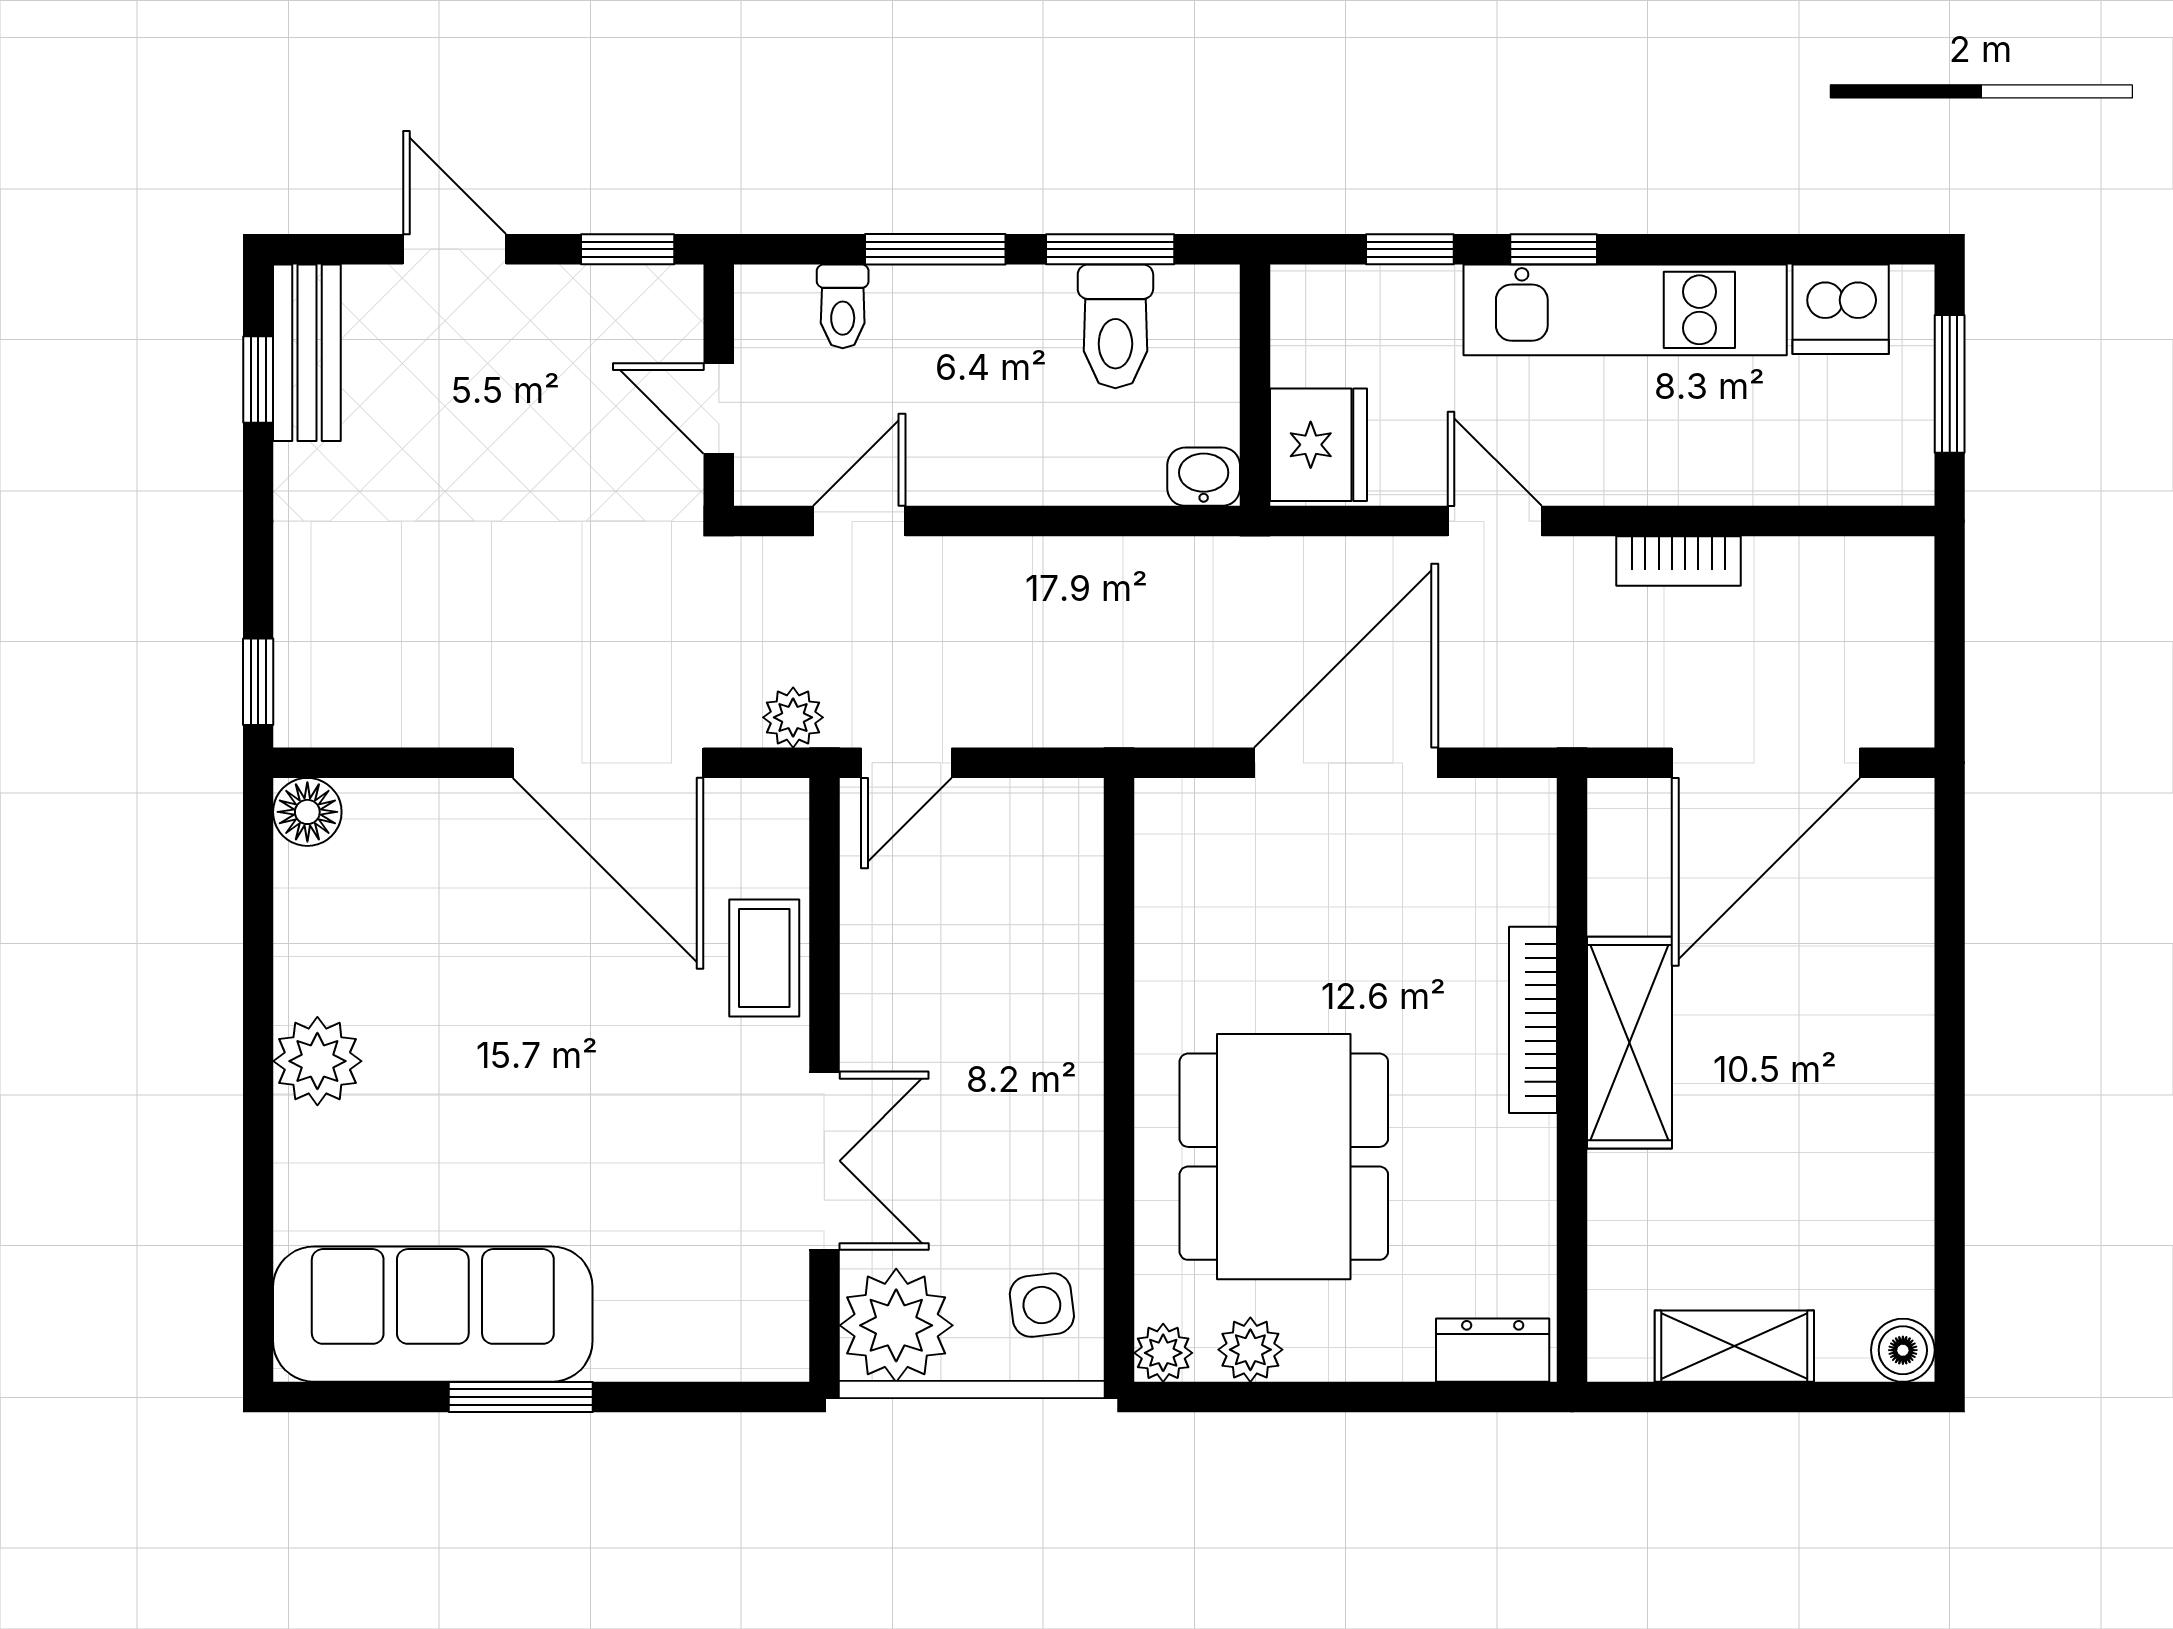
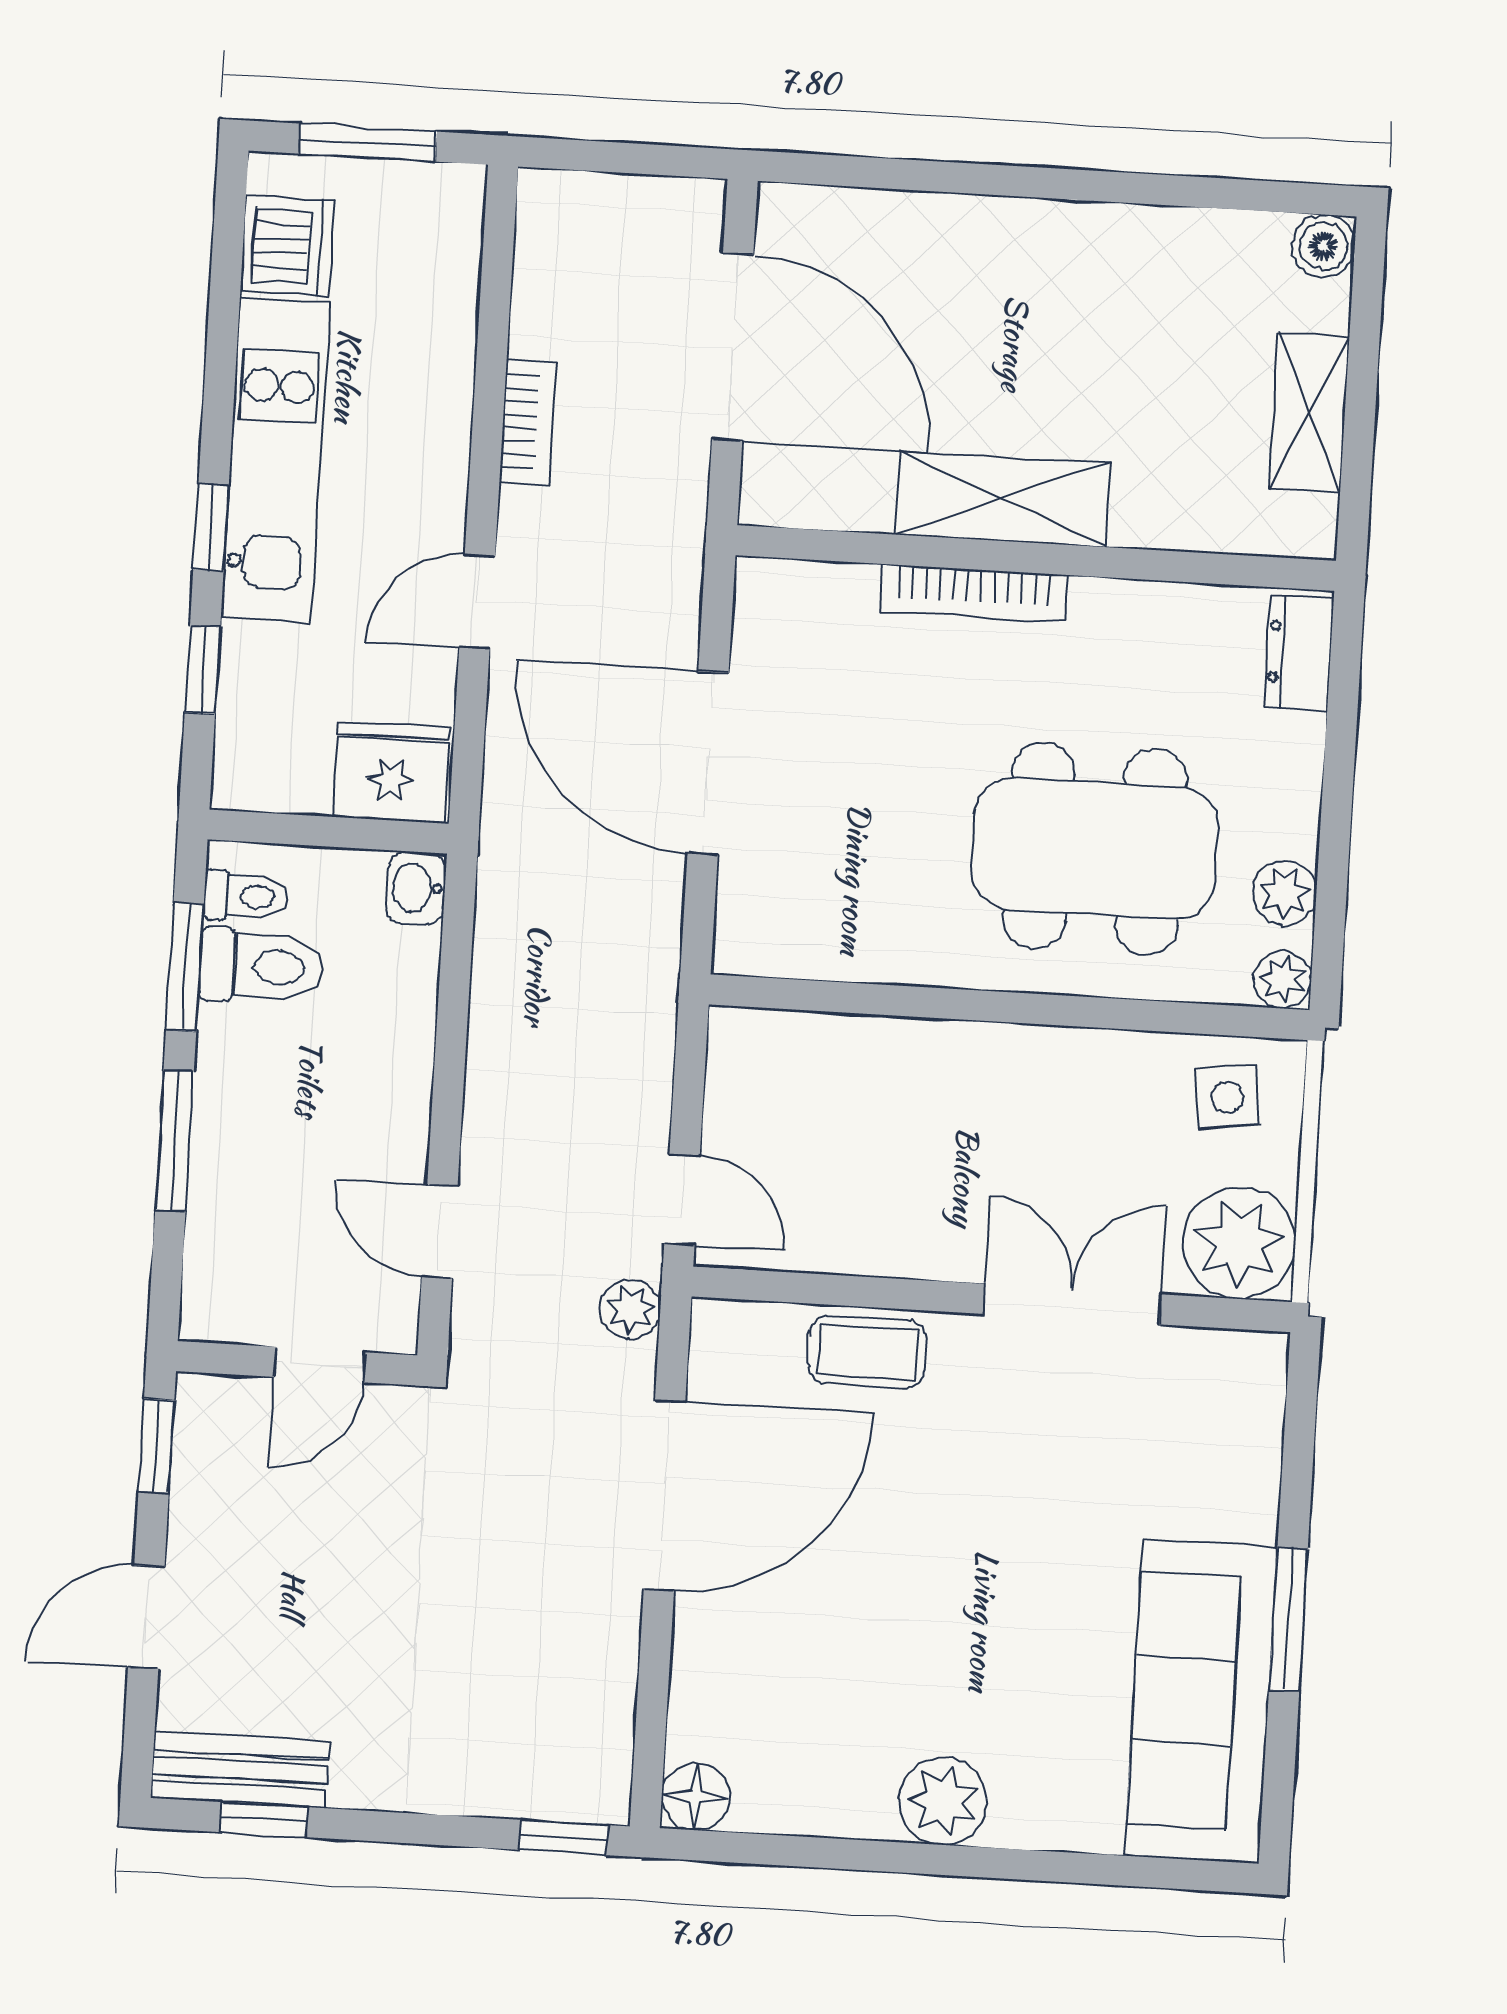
toilet: (843, 306) -> (246, 896), moved

